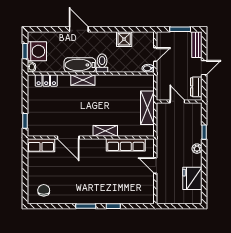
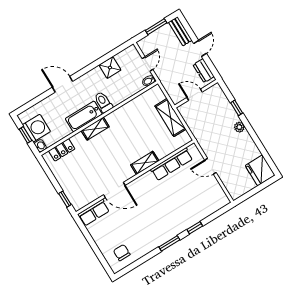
fridge: (192, 178) -> (260, 170), moved

